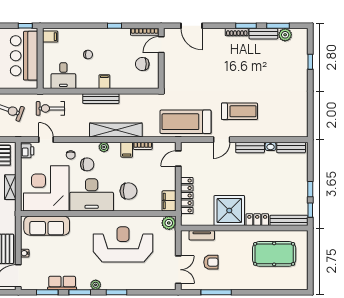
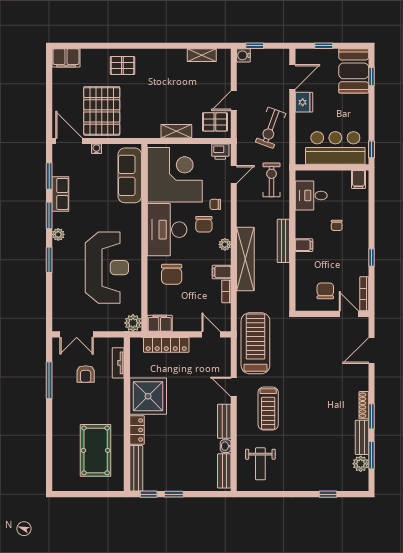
weight bench: (285, 118) -> (260, 464), added

